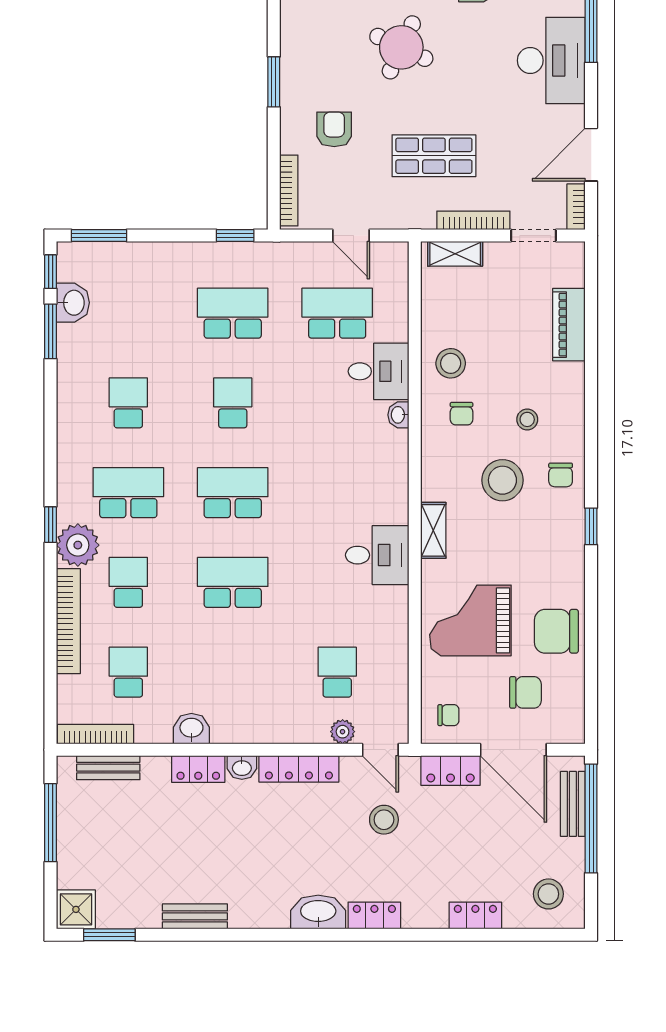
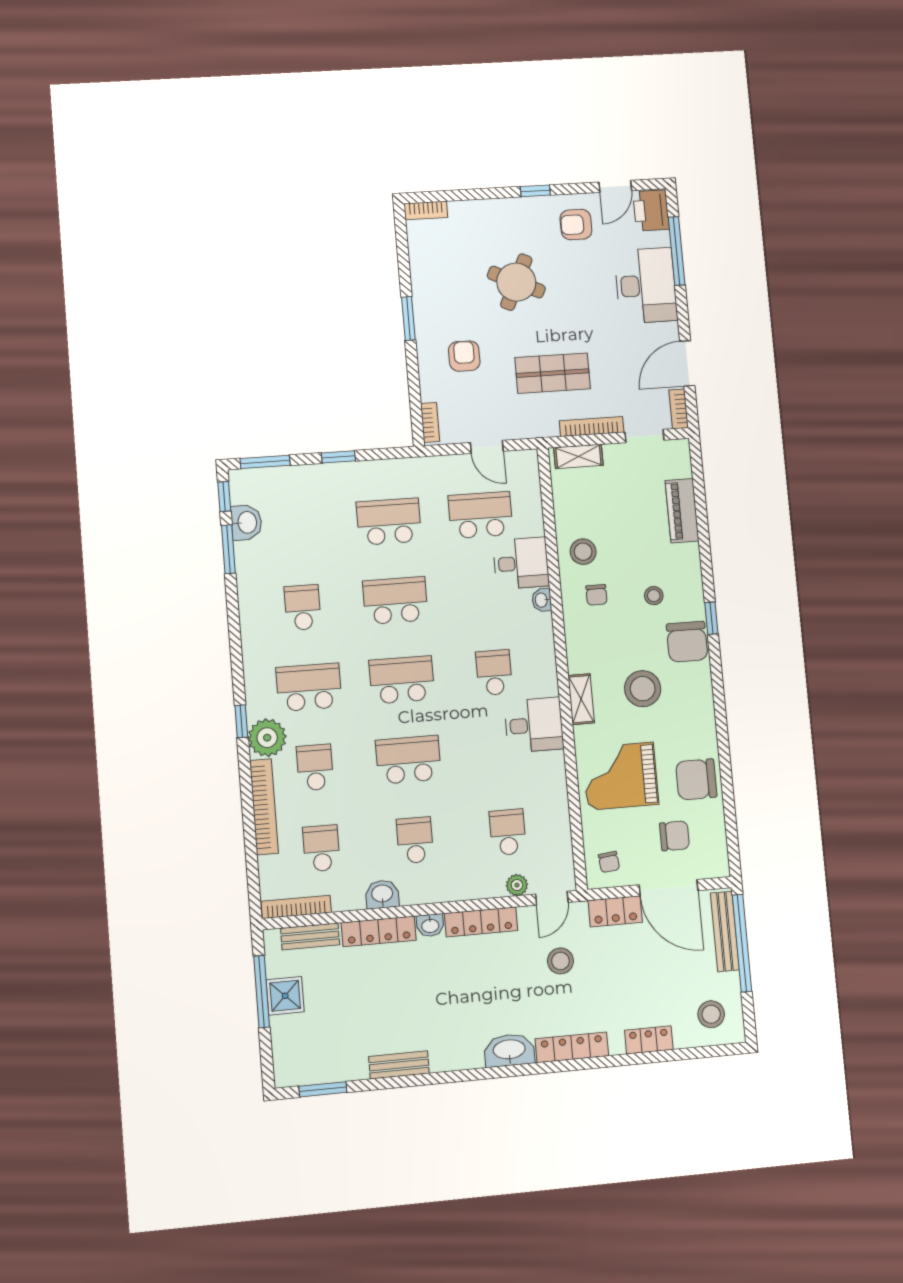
bookcase: (289, 191) -> (430, 422), width x0.64
window: (235, 236) -> (338, 457), moved
school desk: (233, 403) -> (395, 600), width x1.85
chair: (561, 475) -> (687, 642), width x1.87, depth x1.87
stool: (502, 480) -> (643, 689), moved
school desk: (337, 493) -> (494, 673), added
window: (591, 526) -> (711, 618), moved
school desk: (233, 672) -> (415, 840), added
chair: (448, 715) -> (609, 862), turned 84
door: (380, 750) -> (552, 898), hinge flipped
locker: (198, 769) -> (379, 931), width x1.53
bench: (573, 804) -> (725, 931), width x1.36
shower: (76, 909) -> (285, 996), moved
locker: (374, 916) -> (572, 1047), width x1.53

